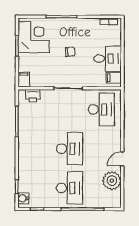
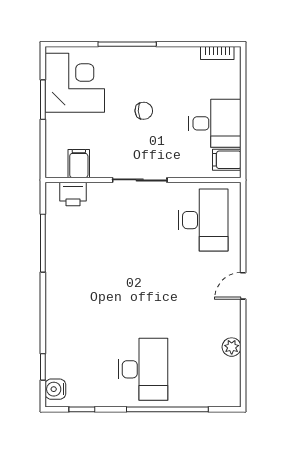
filing cabinet: (24, 80) -> (79, 164), moved
desk: (70, 149) -> (143, 295), removed
door: (122, 159) -> (243, 286), moved
plant: (112, 181) -> (232, 347), width x0.53, depth x0.53

